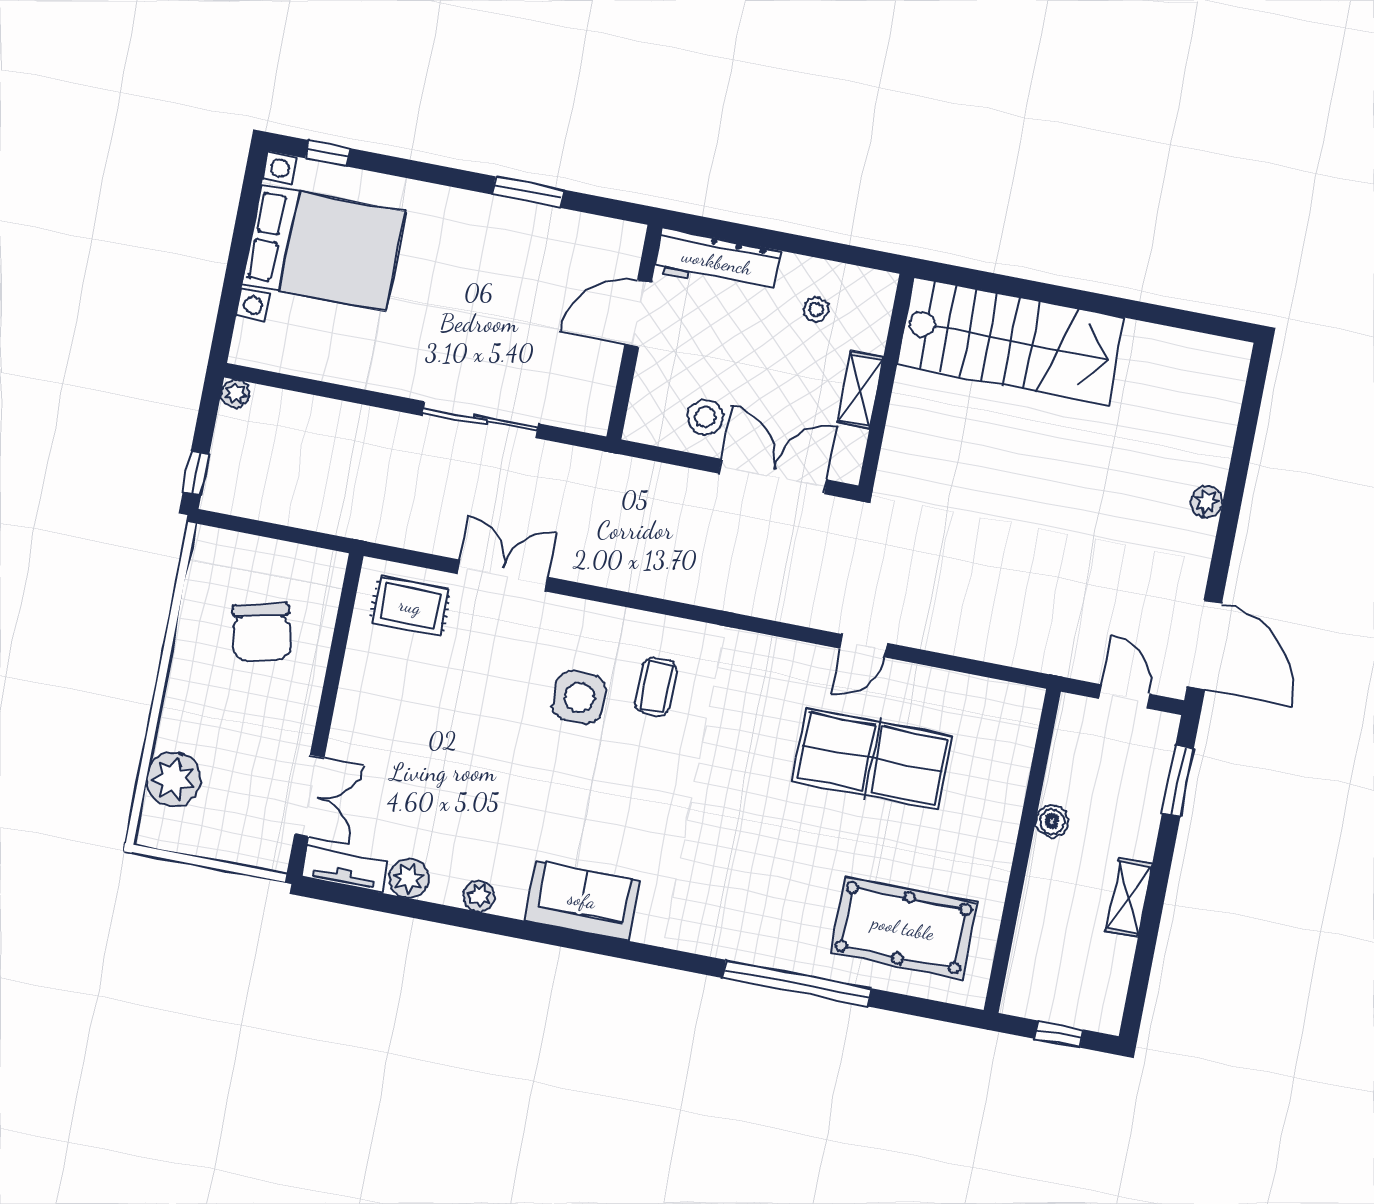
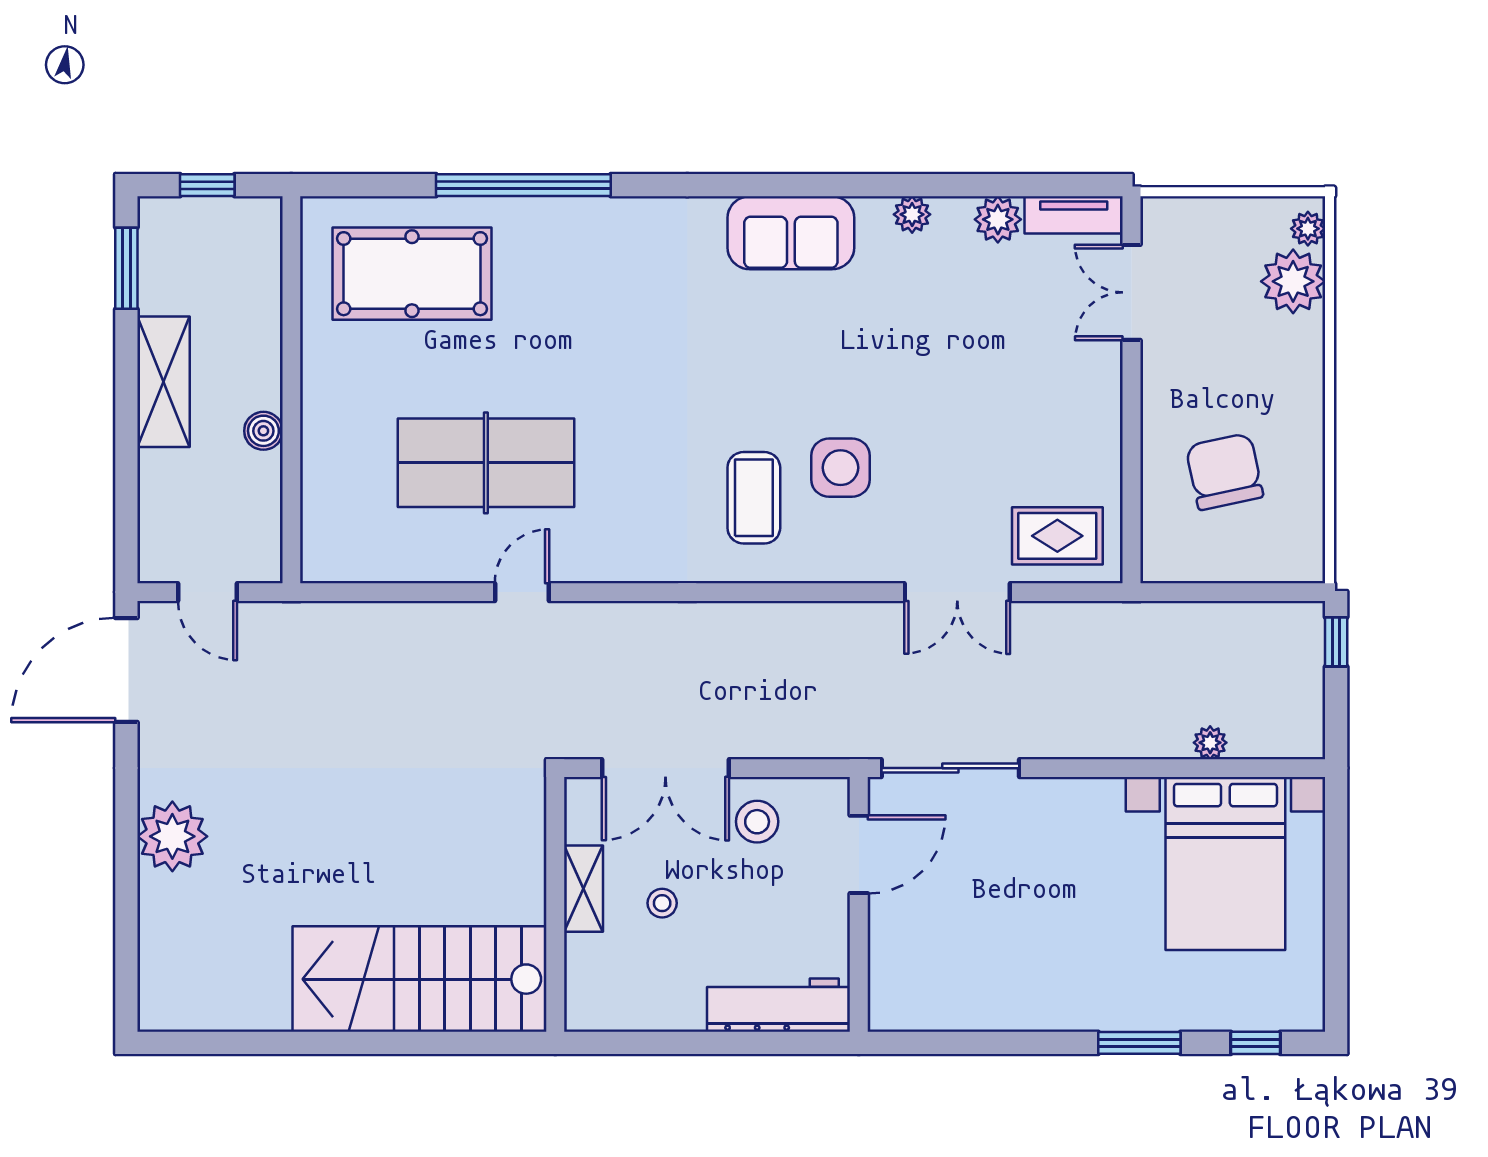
window: (528, 192) -> (1139, 1043), moved
bed with nightstands: (324, 248) -> (1225, 863), moved, turned -90
stool: (816, 310) -> (662, 903), moved
door: (638, 314) -> (859, 854), moved
plant: (235, 394) -> (1210, 743), moved
sliding door: (480, 420) -> (950, 768), moved
plant: (1207, 502) -> (172, 836), width x1.87, depth x1.87
door: (1204, 645) -> (126, 670), hinge flipped
coffee table: (656, 687) -> (754, 498), width x1.36, depth x1.30
window: (1178, 781) -> (126, 268), moved
plant: (153, 820) -> (1308, 229), added
shelving: (1129, 897) -> (164, 382), width x1.50, depth x1.33

